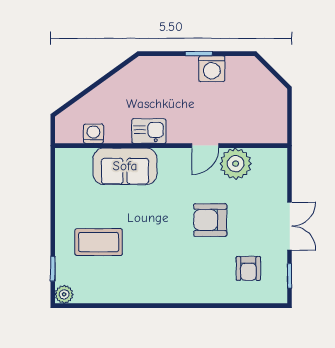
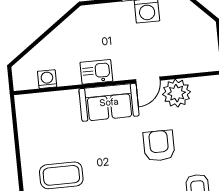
sofa: (125, 166) -> (109, 102), moved
armchair: (210, 220) -> (159, 146), turned 90

